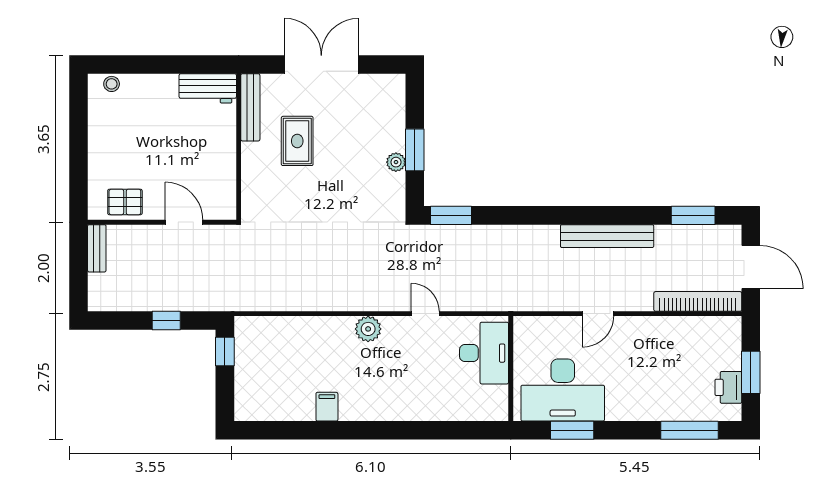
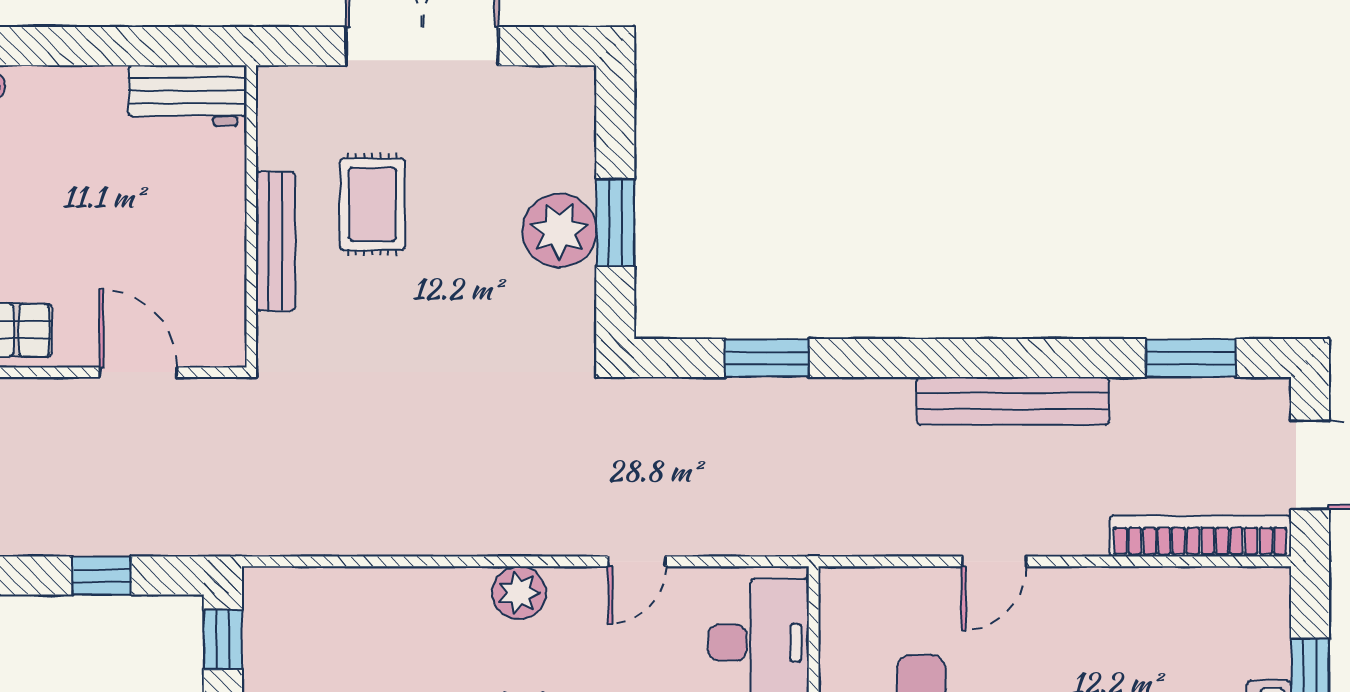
bench: (250, 107) -> (275, 241), moved
plant: (396, 162) -> (559, 231), width x1.87, depth x1.87
window: (451, 215) -> (767, 358), moved
door: (425, 314) -> (637, 561), swing flipped

